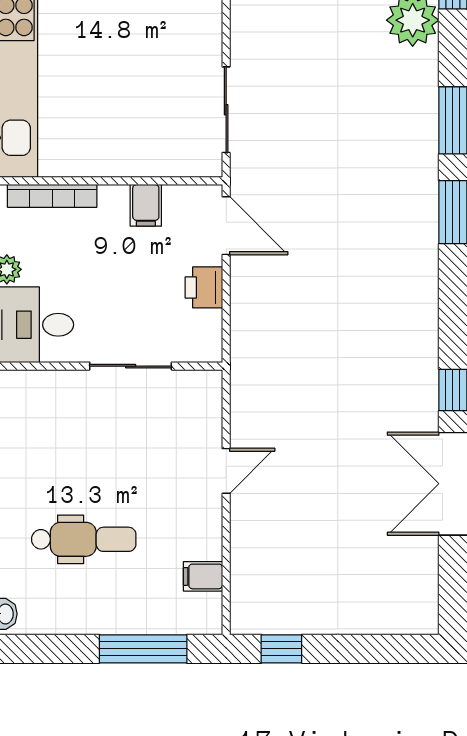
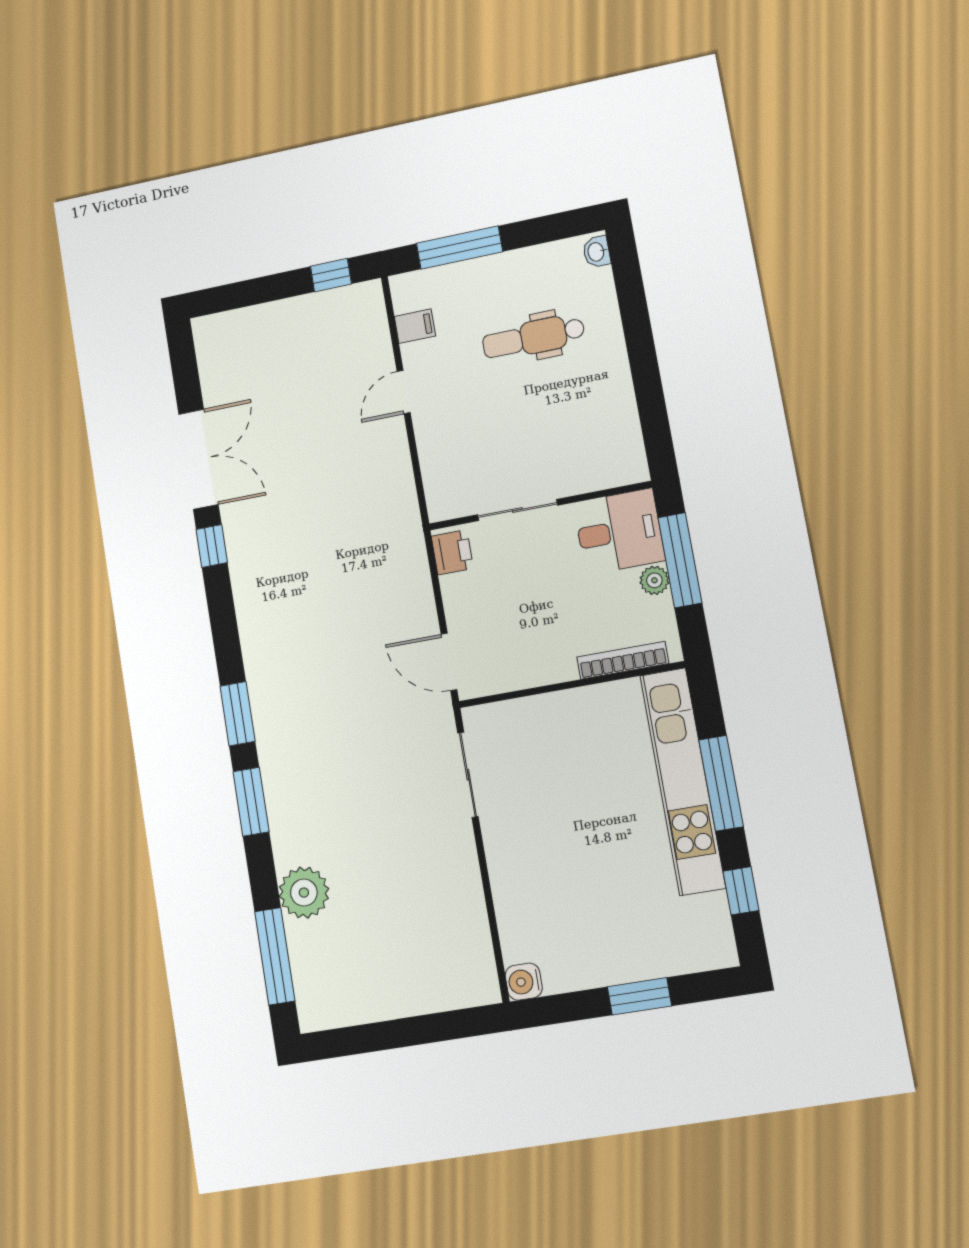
filing cabinet: (146, 205) -> (530, 668), removed
printer: (204, 287) -> (452, 552), moved
door: (226, 471) -> (404, 392), moved

